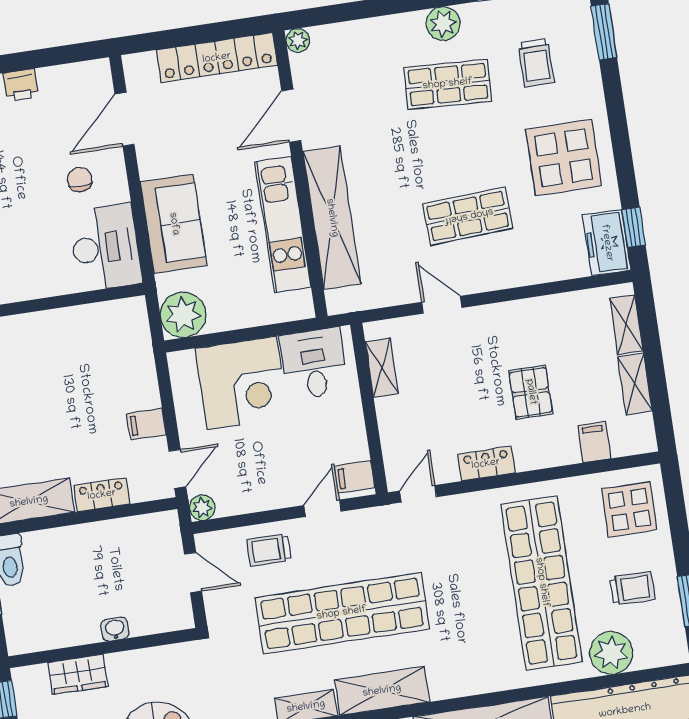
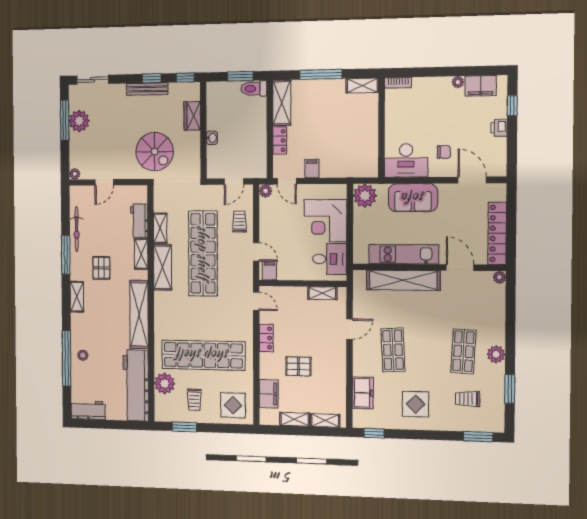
display table: (564, 158) -> (416, 404), width x0.73, depth x0.73
freezer: (607, 243) -> (363, 393), moved, turned 90
filing cabinet: (594, 442) -> (269, 394), width x2.00

